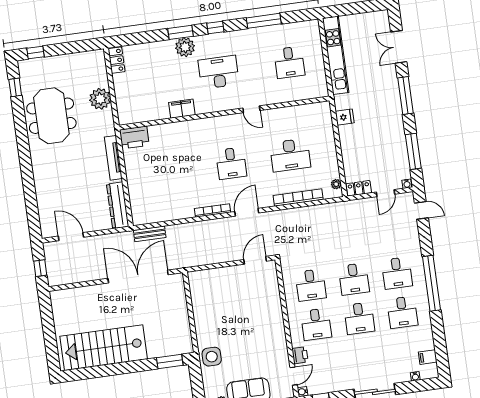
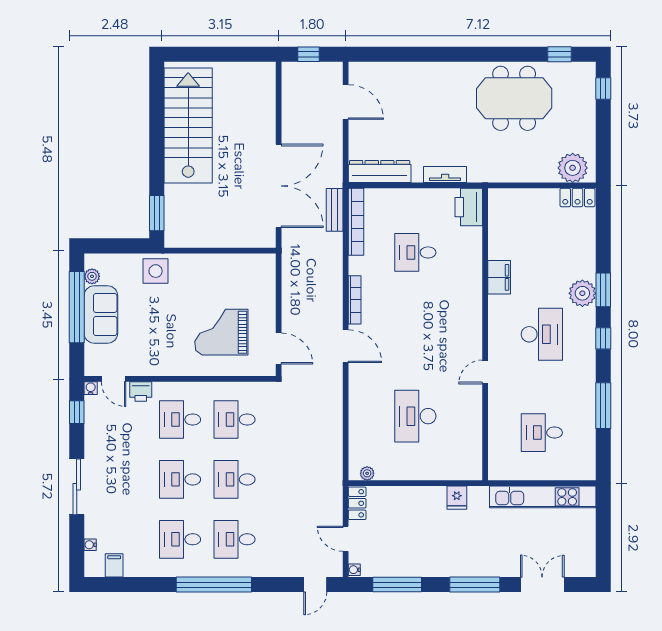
plant: (100, 99) -> (573, 168), moved
tv unit: (113, 158) -> (445, 175), width x0.71
desk: (231, 163) -> (415, 252), moved
bookcase: (298, 198) -> (356, 222), moved
door: (71, 237) -> (346, 102), hinge flipped
grand piano: (249, 303) -> (221, 332), added

